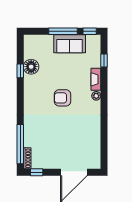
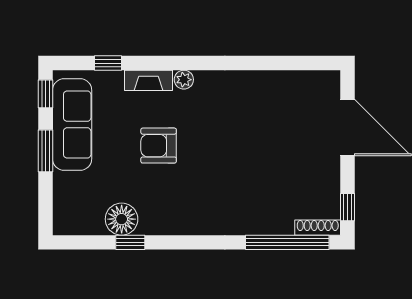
window: (63, 31) -> (46, 151), width x0.69
sofa: (70, 44) -> (72, 125), width x1.36
armchair: (62, 98) -> (159, 146), moved, turned 90

